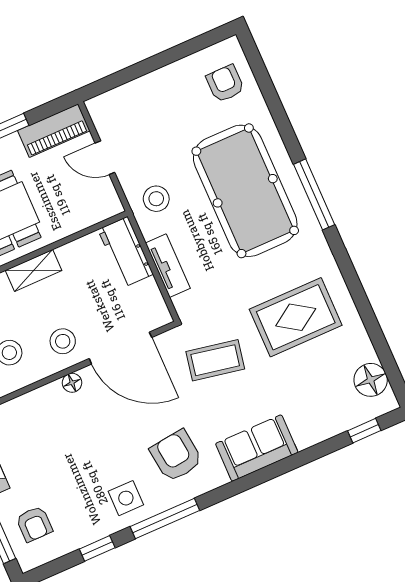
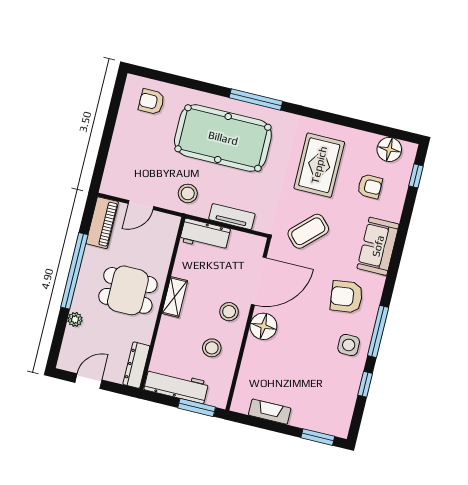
coffee table: (215, 360) -> (308, 231), turned 35
floor lamp: (72, 383) -> (263, 326), width x1.89, depth x1.89
armchair: (34, 524) -> (370, 186), moved

